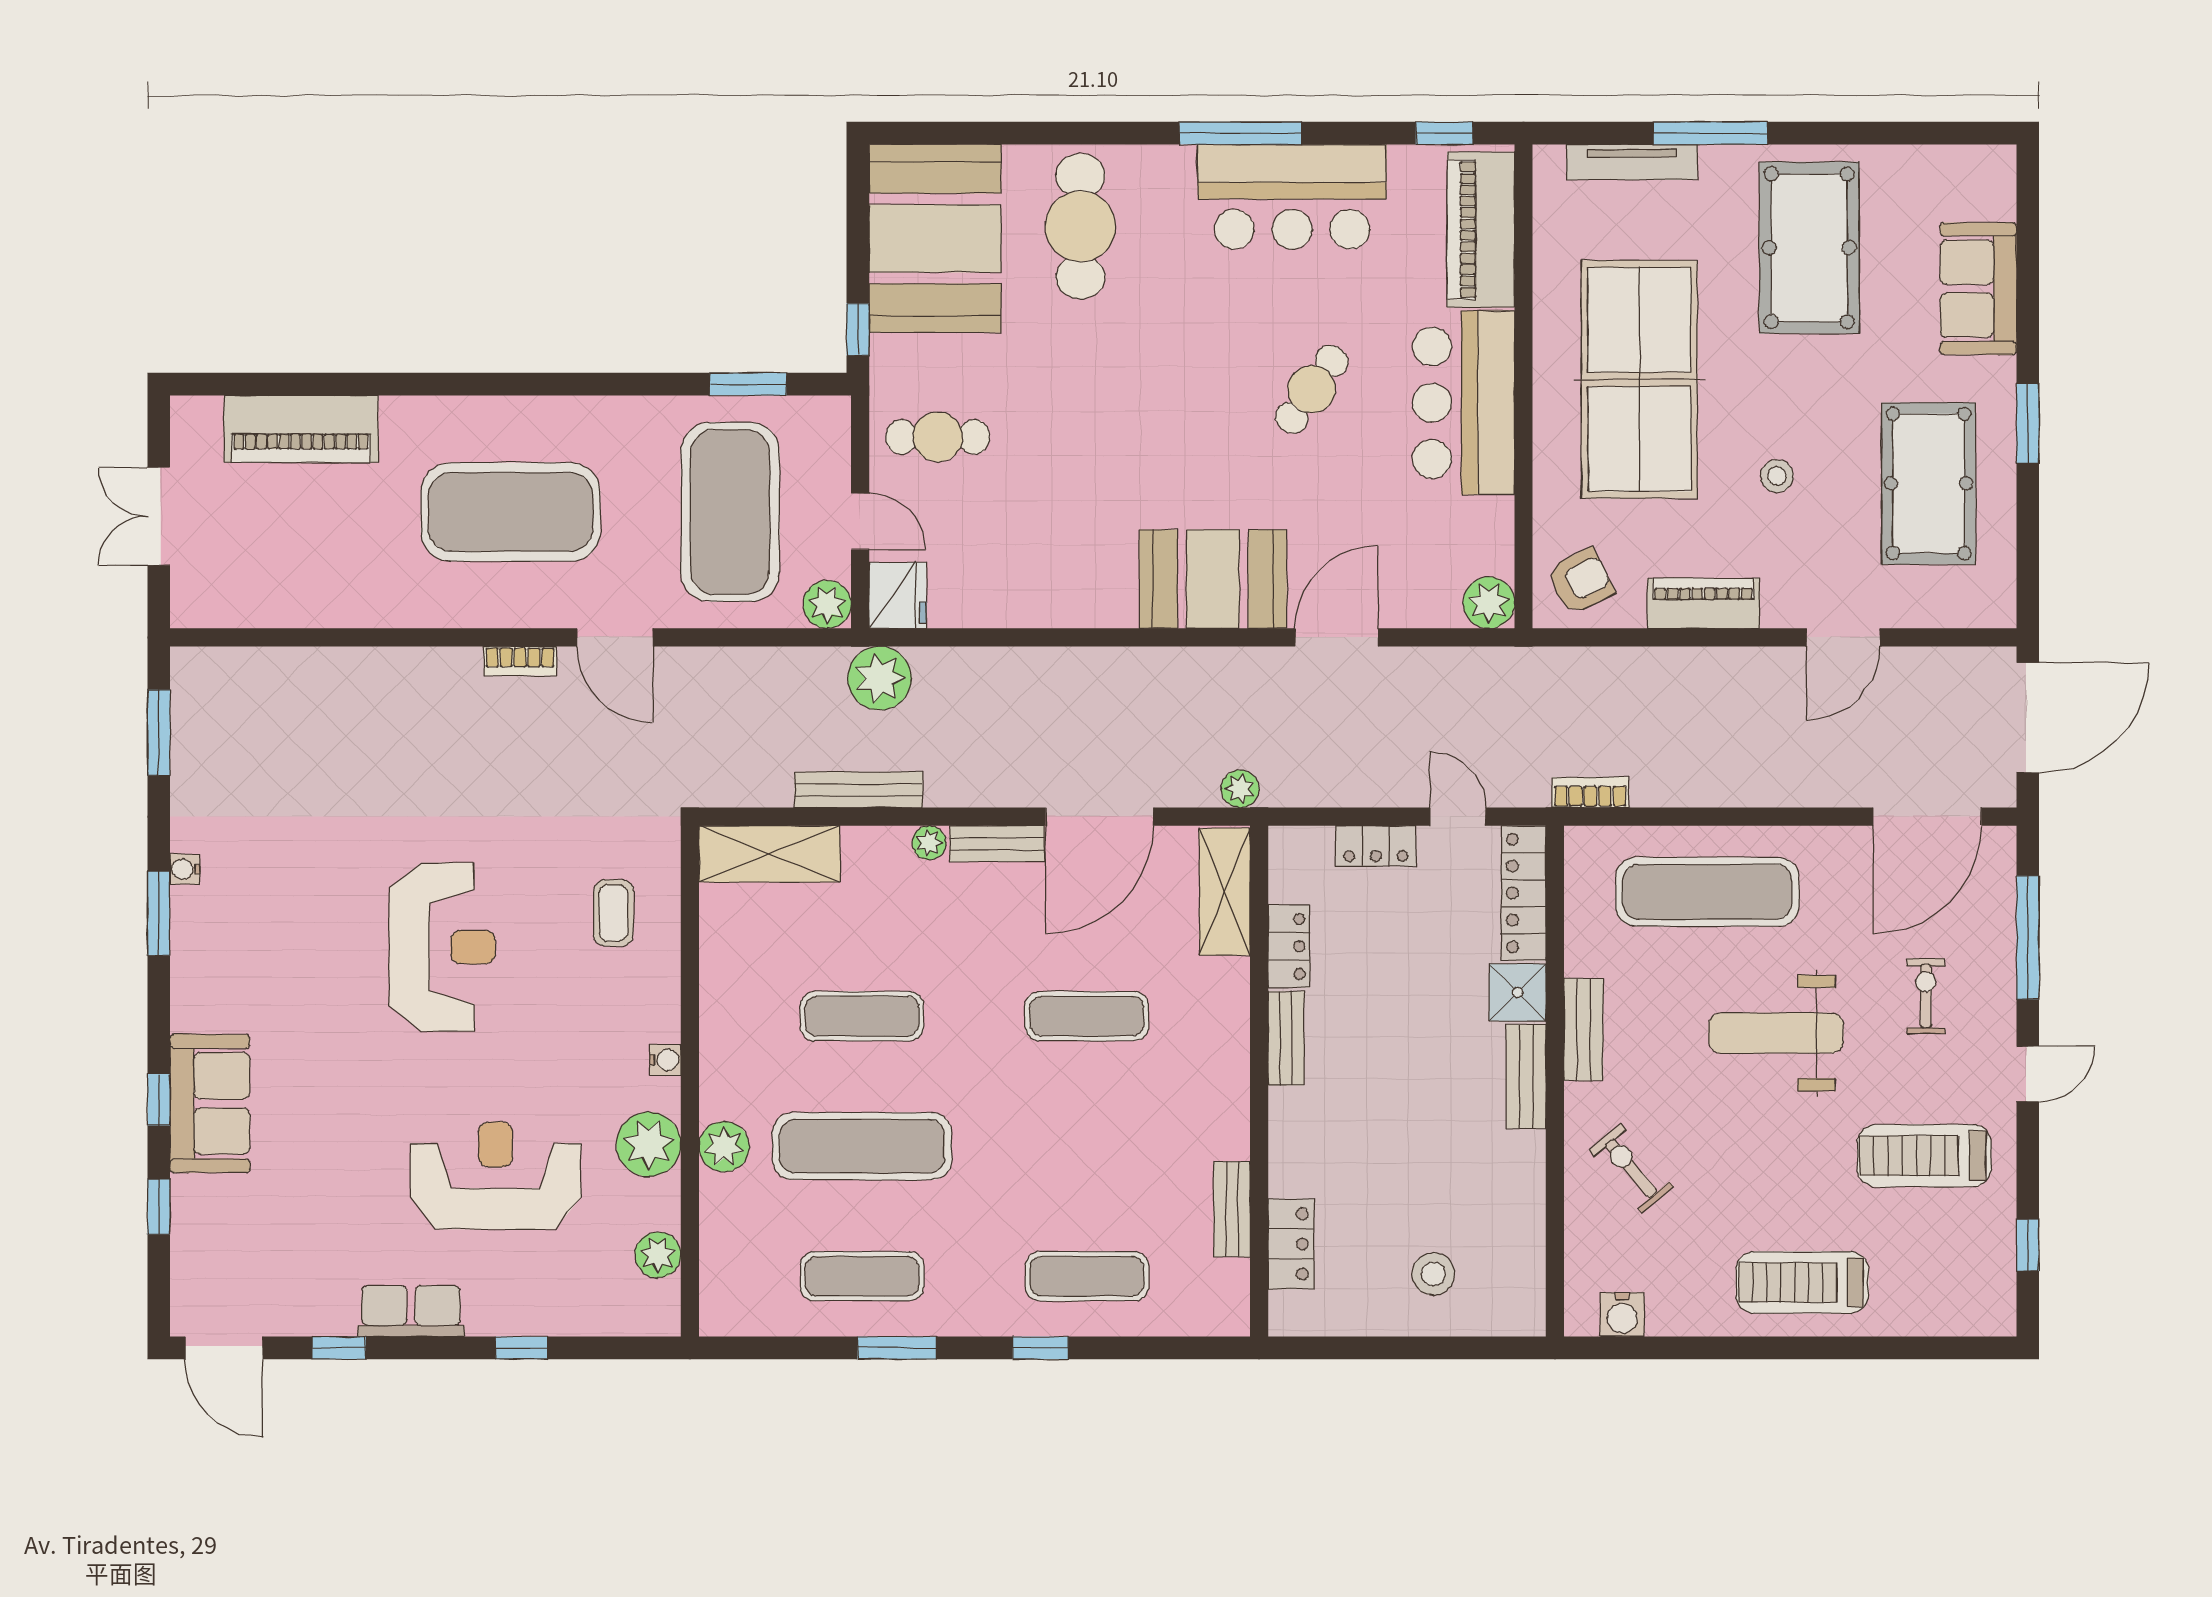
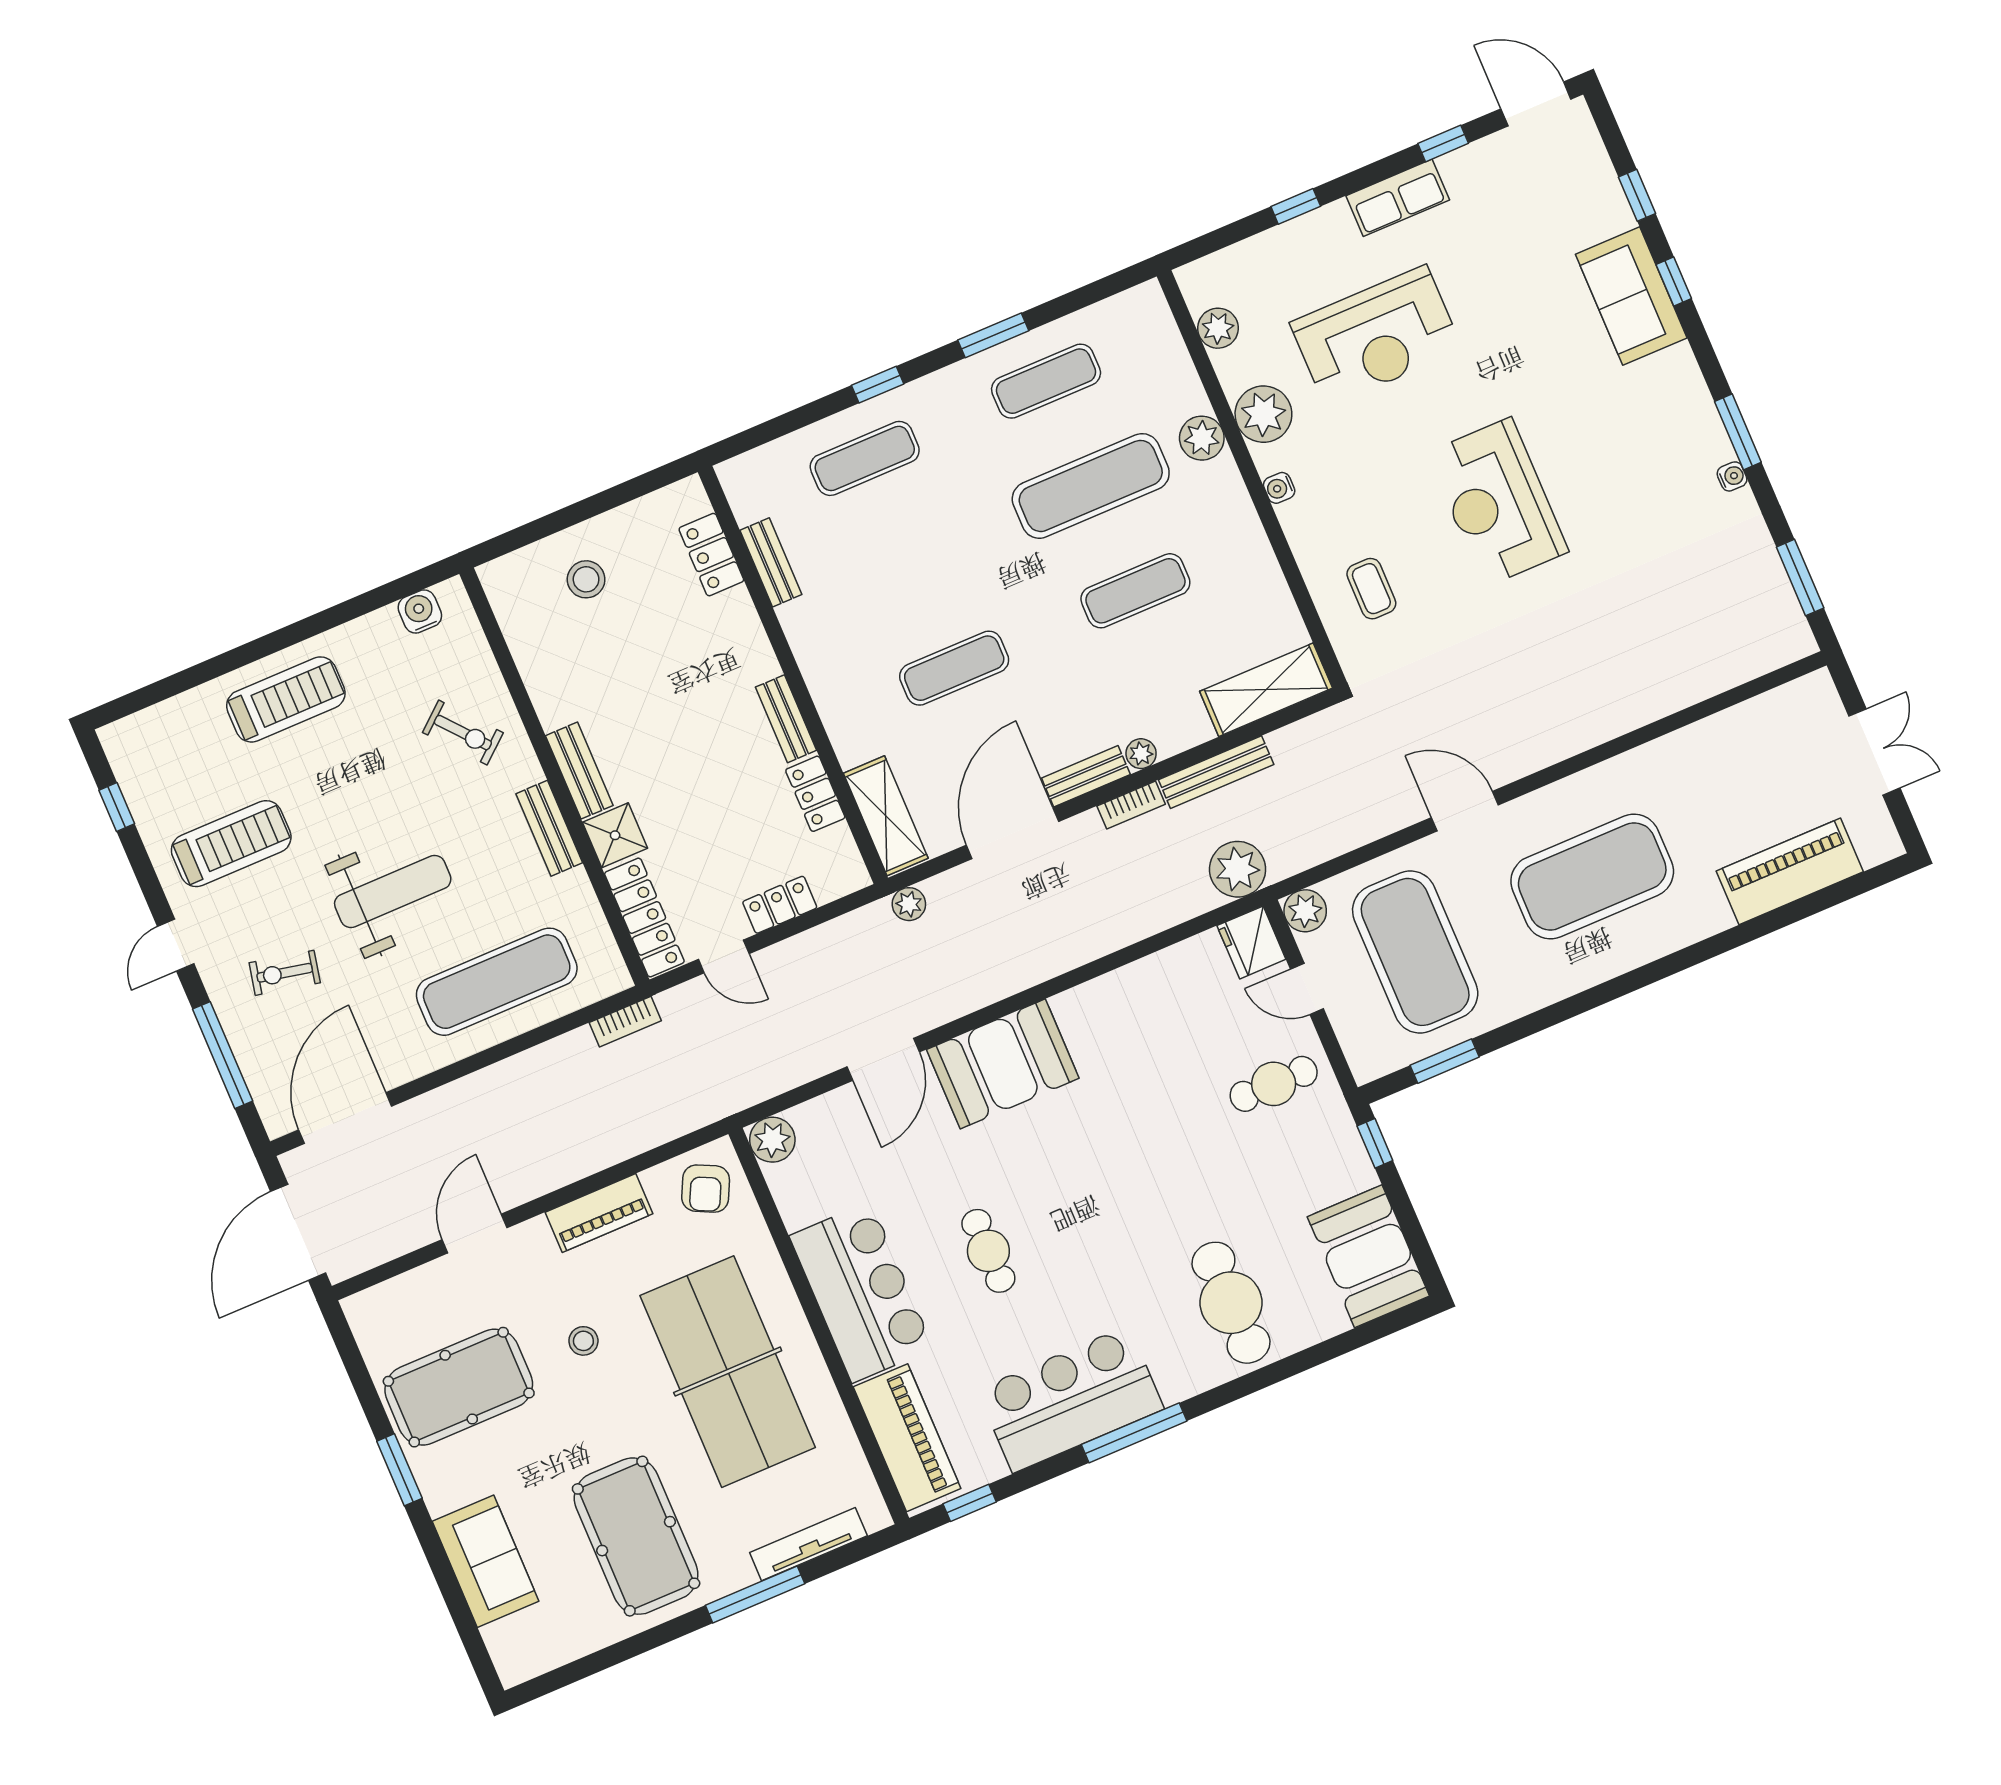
booth: (935, 239) -> (1368, 1256), width x0.73, depth x0.70
cafe table: (1312, 389) -> (988, 1251), turned -35
pool table: (1929, 483) -> (459, 1387), turned 90
armchair: (1581, 581) -> (706, 1189), turned -37
bookcase: (520, 661) -> (1131, 805), moved, turned 180
exercise bike: (1926, 996) -> (285, 973), turned 102

